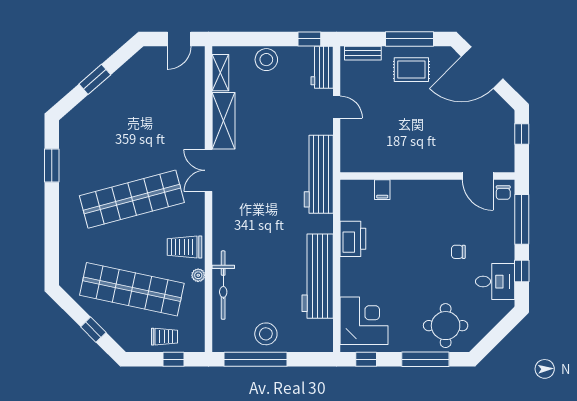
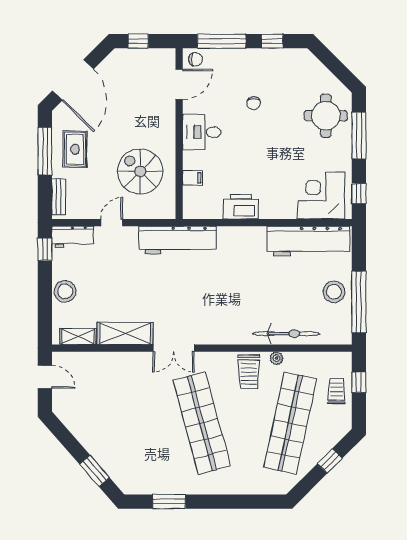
window: (95, 79) -> (94, 471), moved
spiral stairs: (389, 136) -> (140, 171), added
workbench: (318, 276) -> (308, 241), moved
desk: (495, 282) -> (202, 132), moved, turned -90

